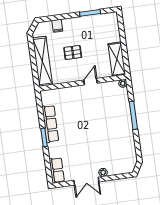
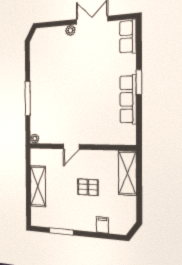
shelving: (117, 59) -> (38, 186), moved
shelving: (42, 61) -> (127, 173), width x0.68

